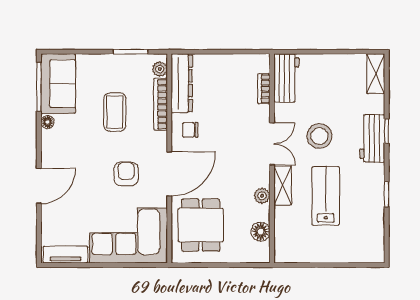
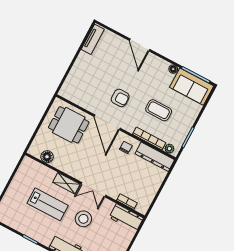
plant: (262, 196) -> (67, 168), removed
corner sofa: (128, 235) -> (85, 81), removed

